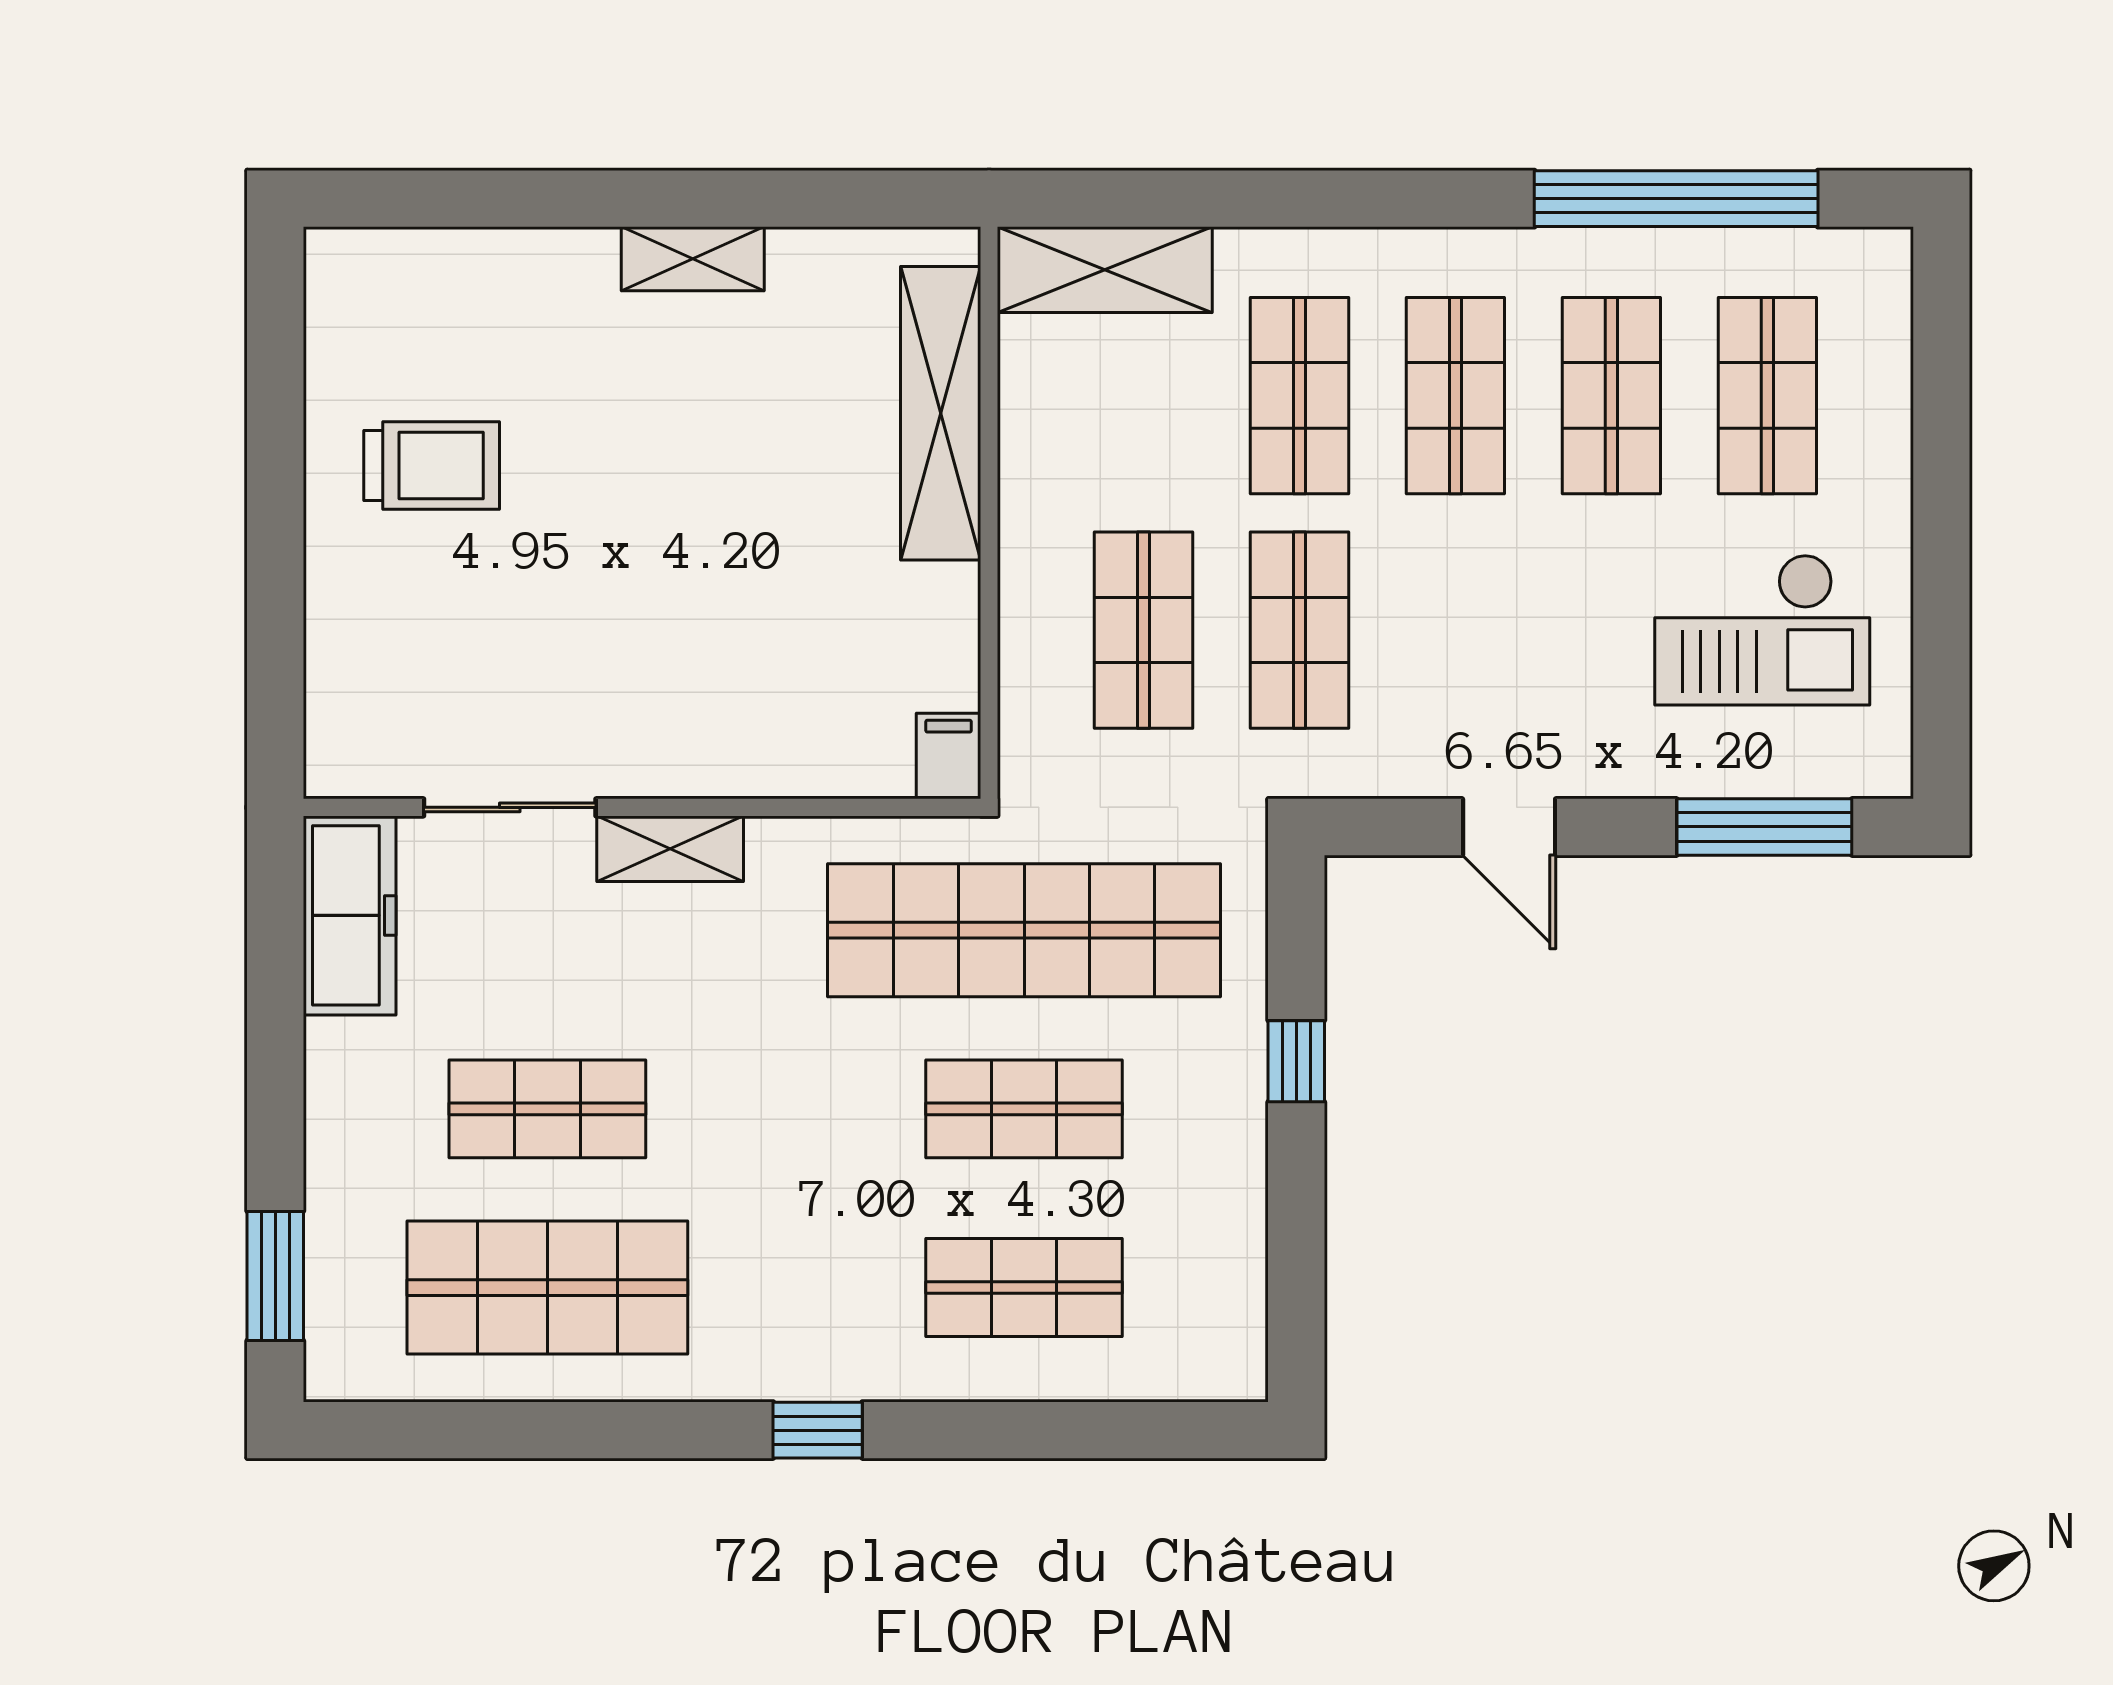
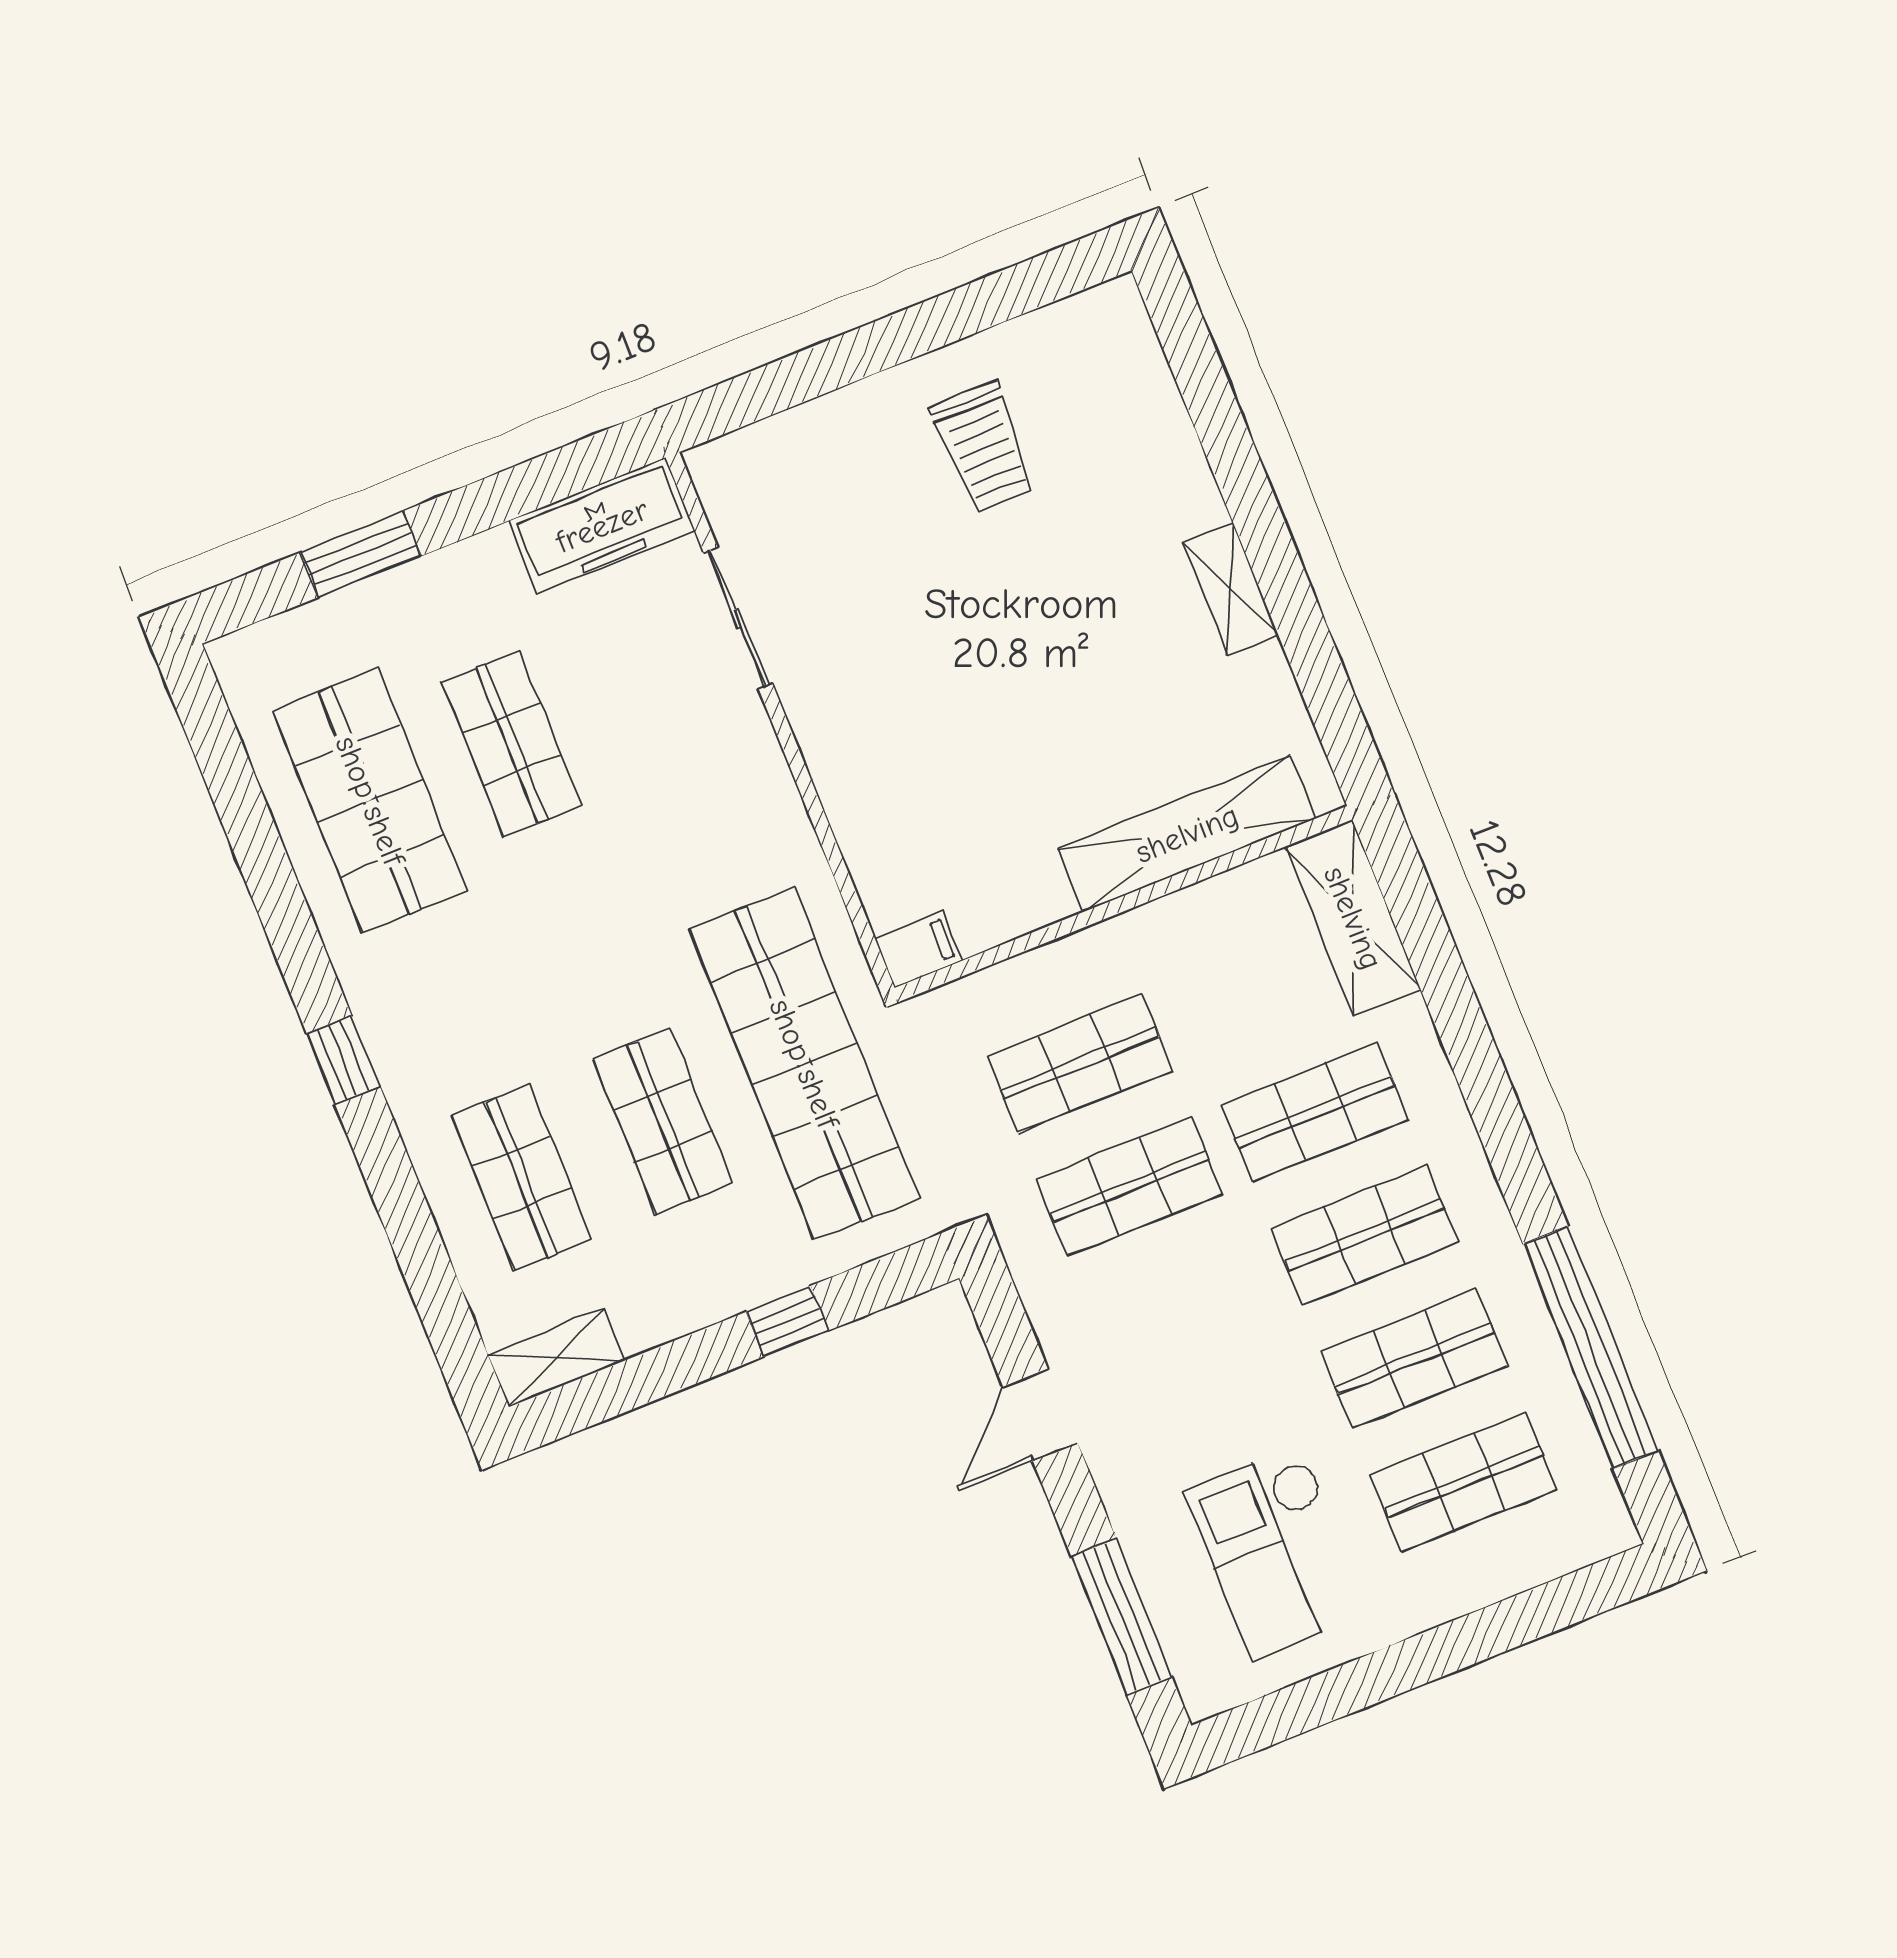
shelving: (670, 849) -> (556, 1358), moved, turned 90
window: (275, 1276) -> (361, 554), moved

